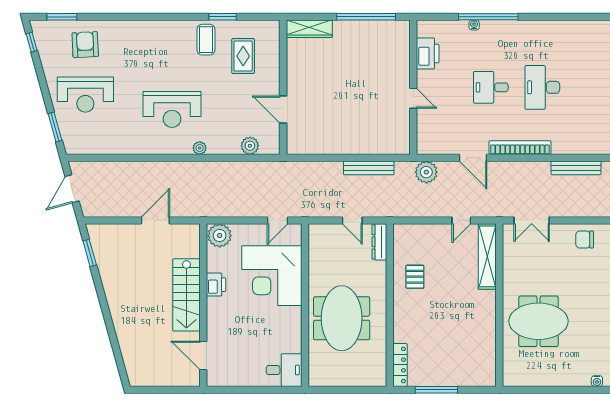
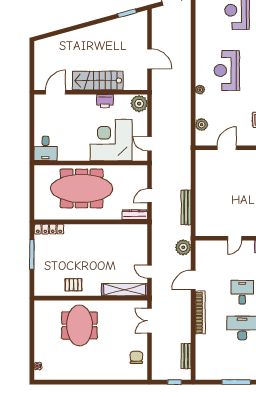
bench: (576, 168) -> (186, 356), width x0.73
pallet: (415, 277) -> (74, 285), moved
meeting table: (342, 318) -> (82, 188), width x1.36

